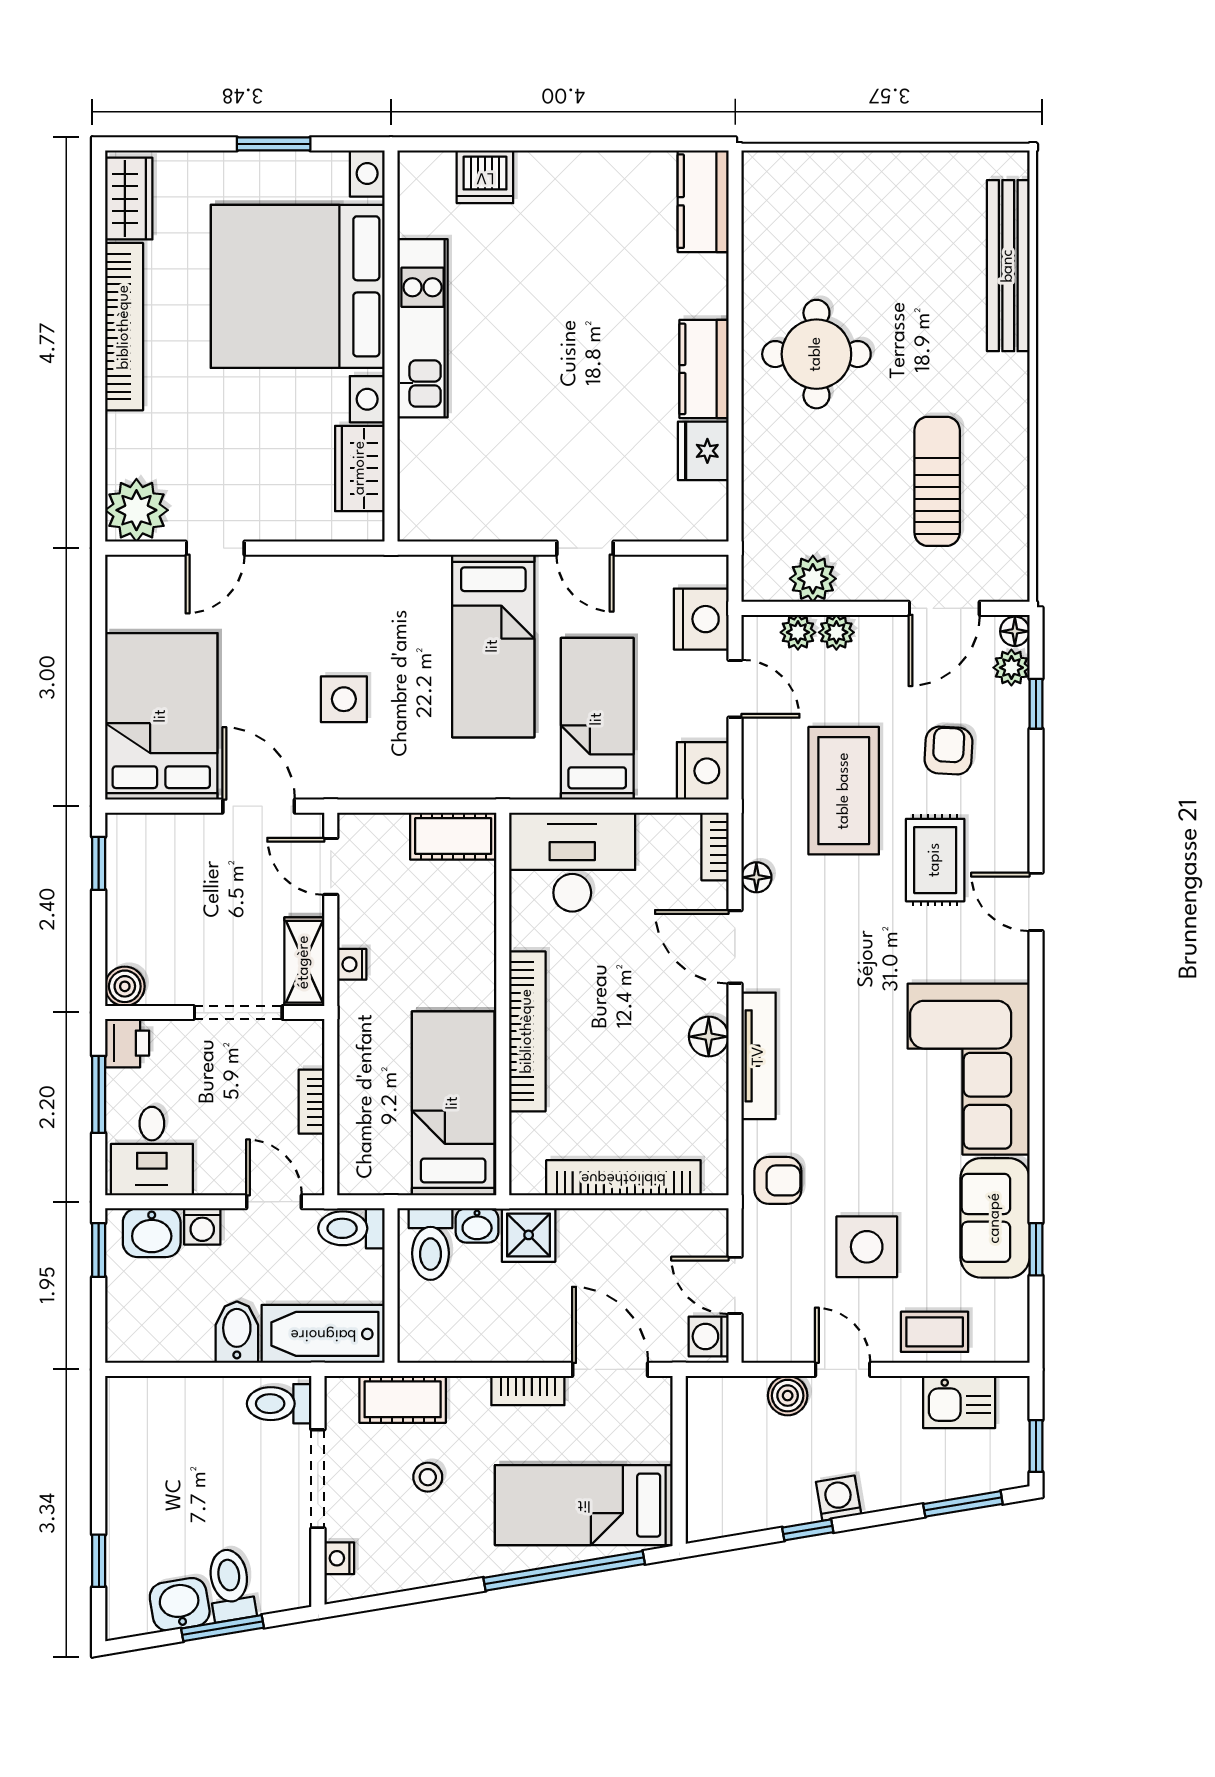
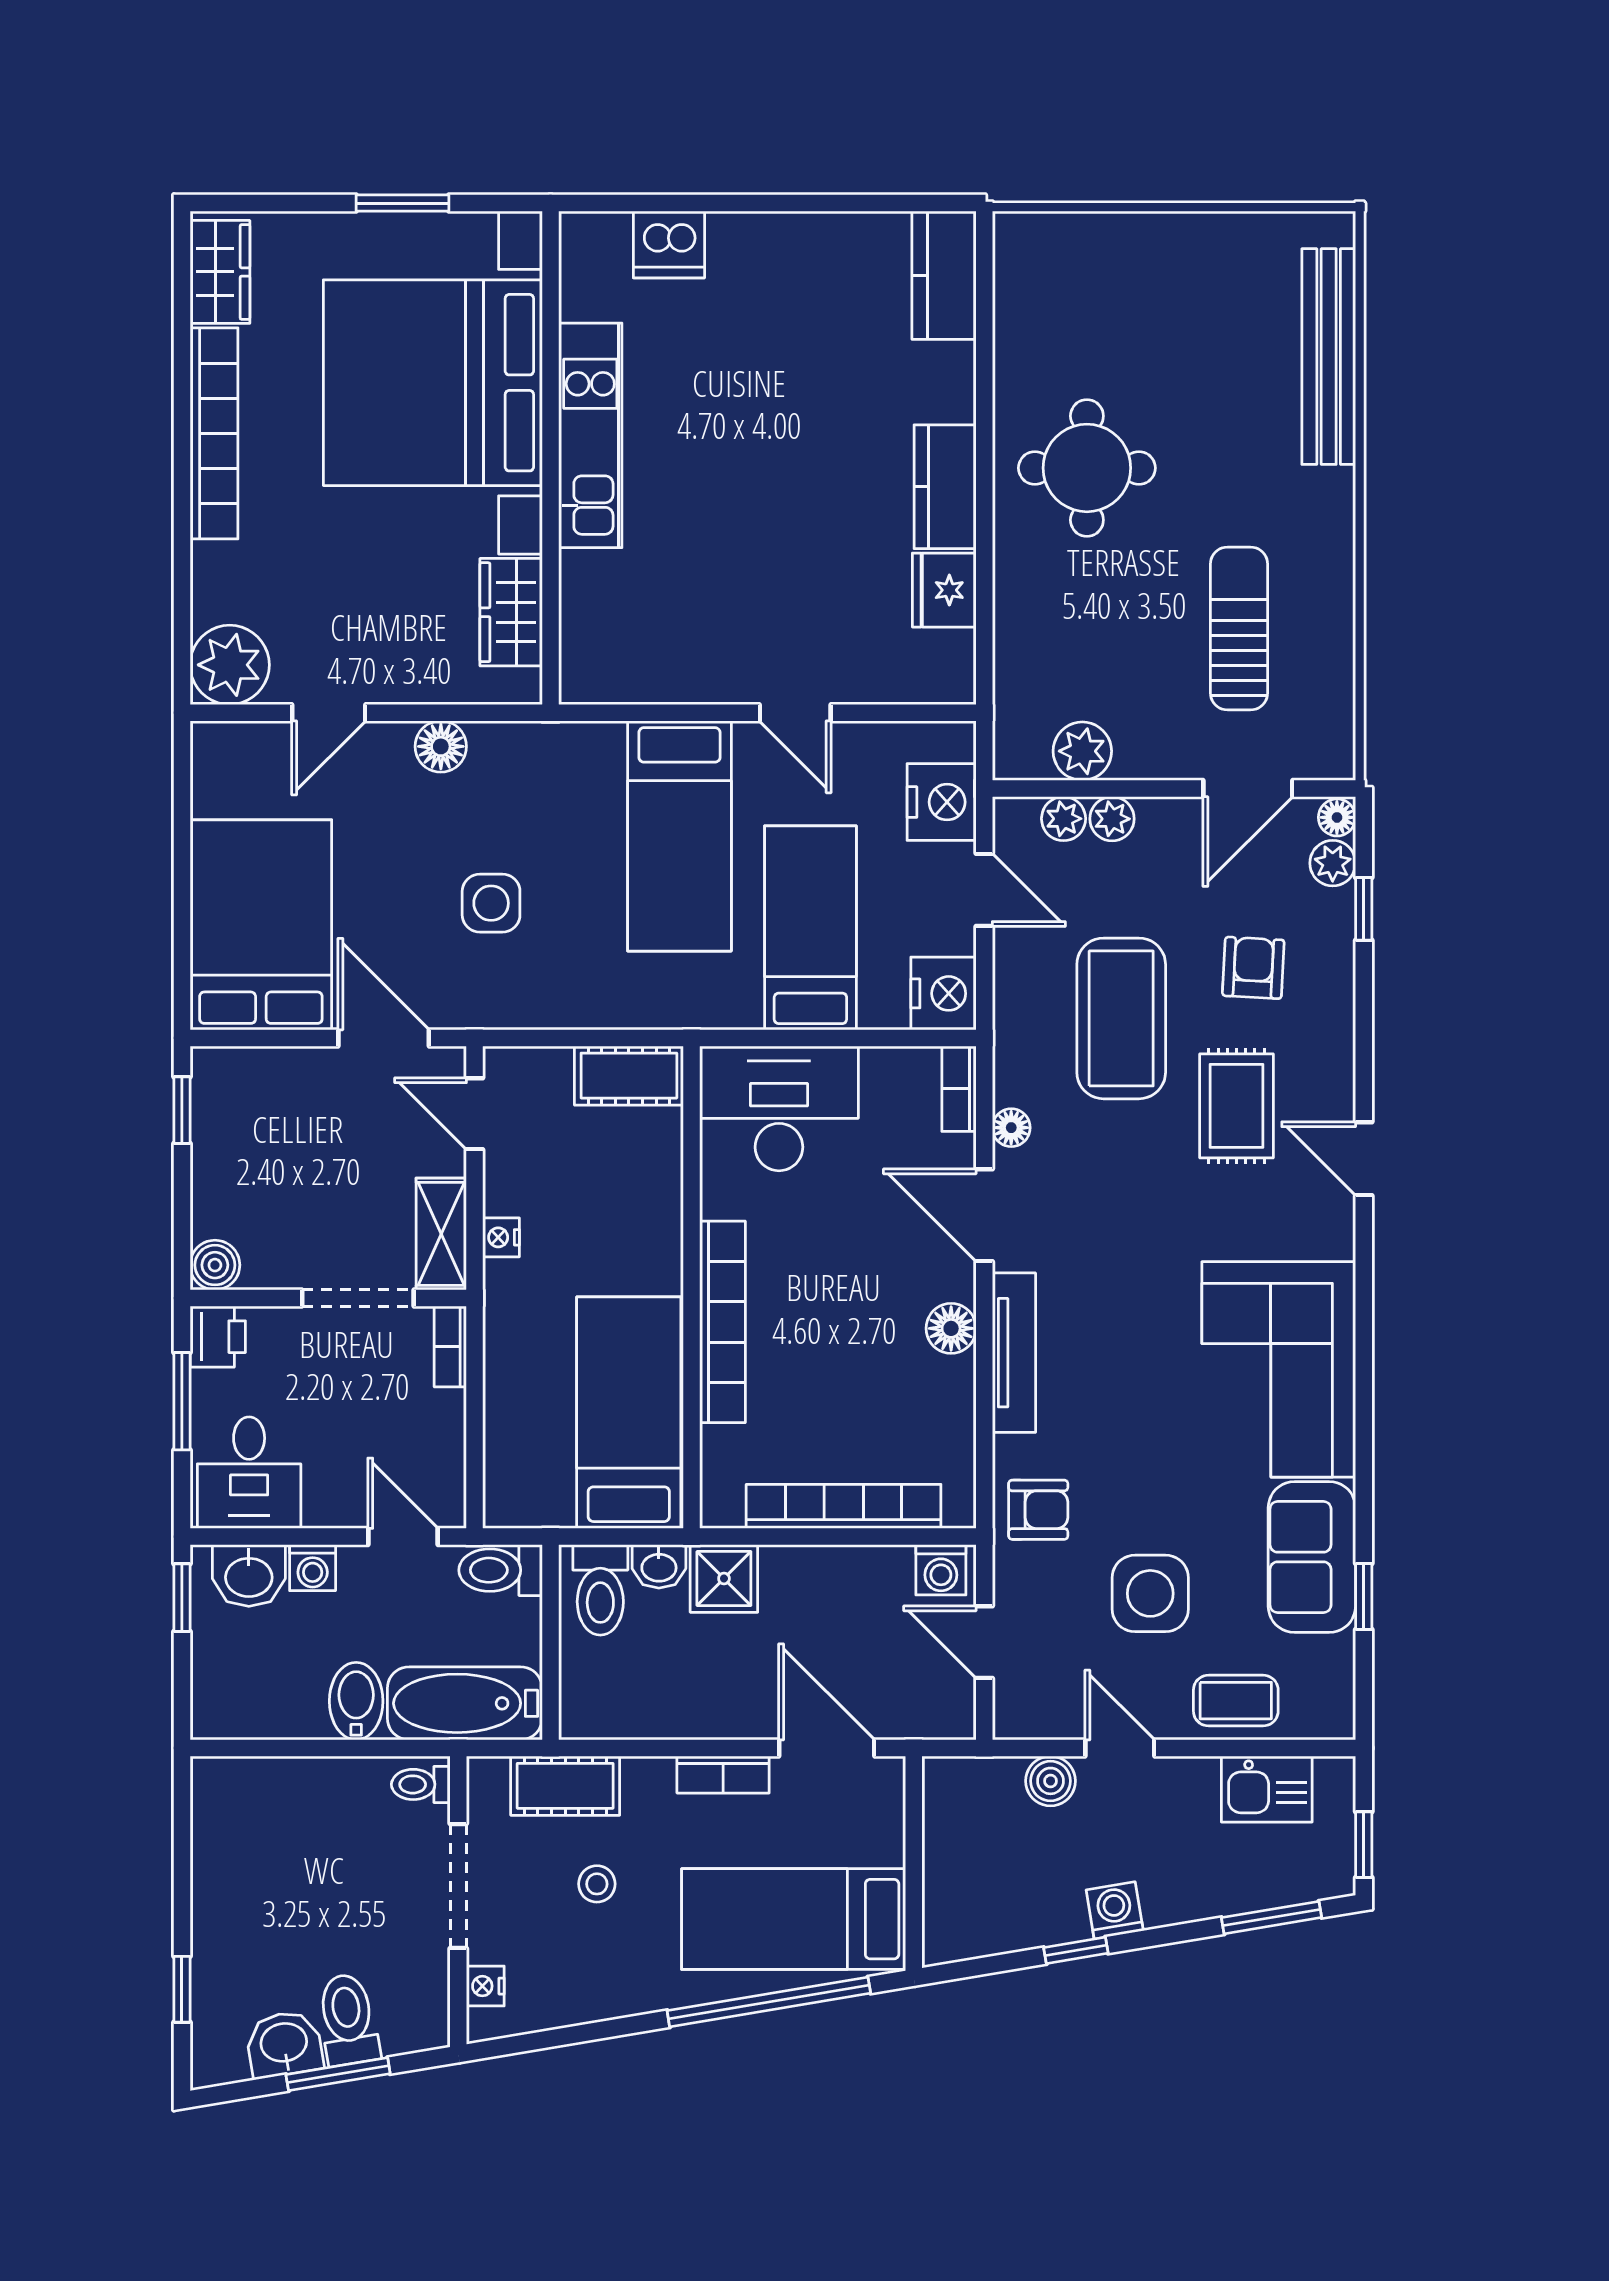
floor lamp: (304, 575) -> (441, 746), added
bookcase: (312, 1102) -> (450, 1347), moved
washing machine: (709, 1336) -> (941, 1570), moved, turned -90
toilet: (279, 1404) -> (421, 1784), width x0.73, depth x0.72

